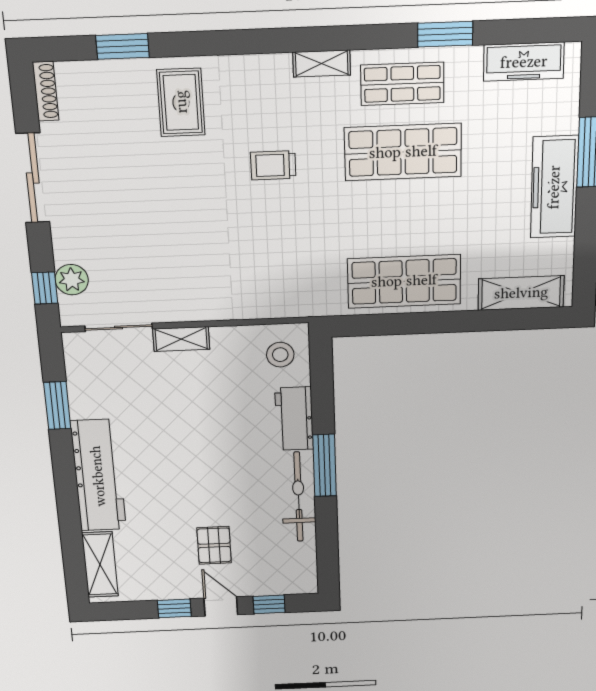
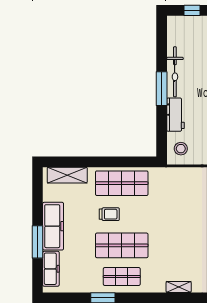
freezer: (524, 62) -> (51, 269), moved, turned 90
shelving: (322, 63) -> (179, 287), moved
trolley: (273, 165) -> (109, 214), moved

